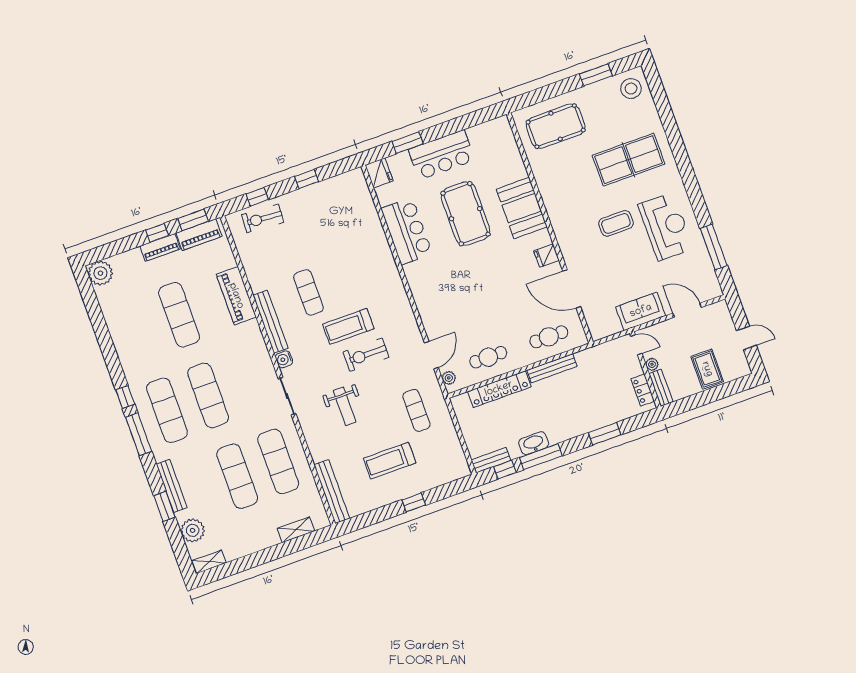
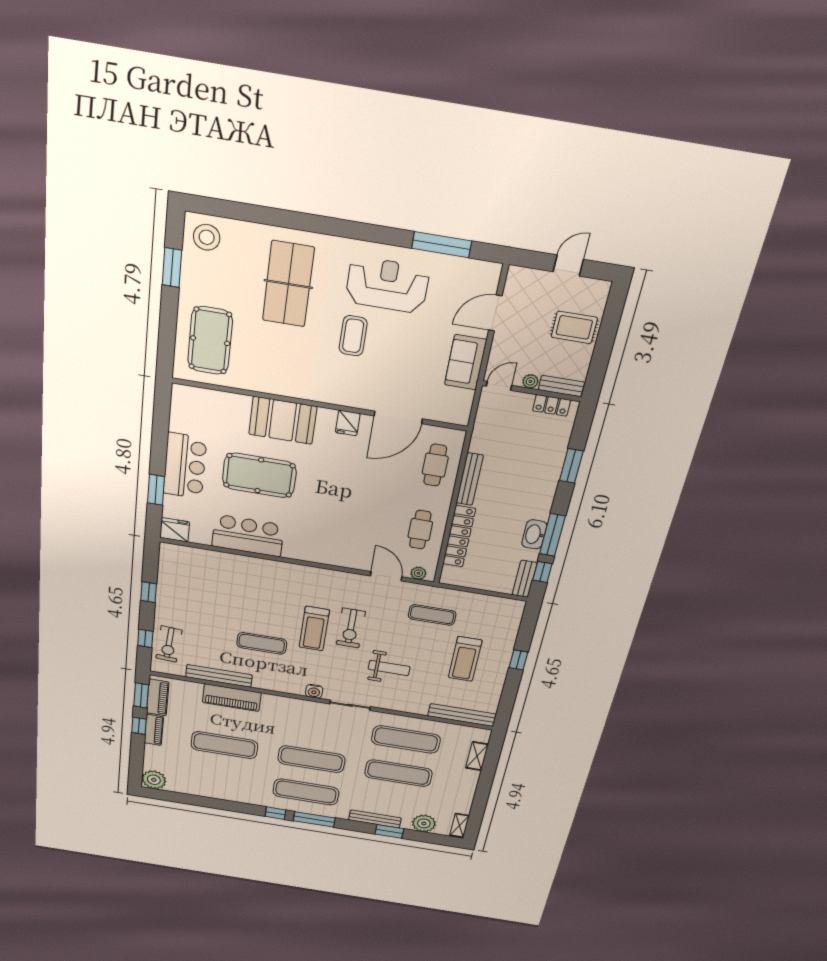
bench: (270, 322) -> (219, 676), moved

